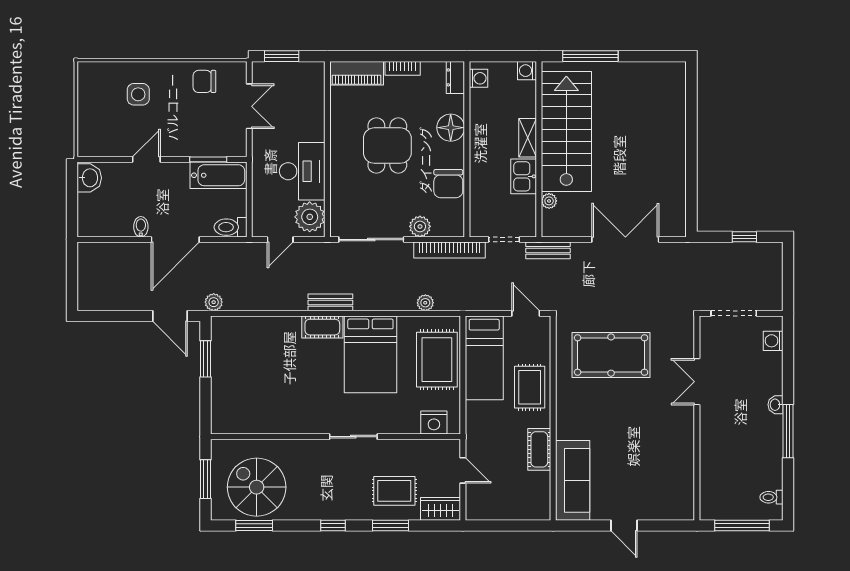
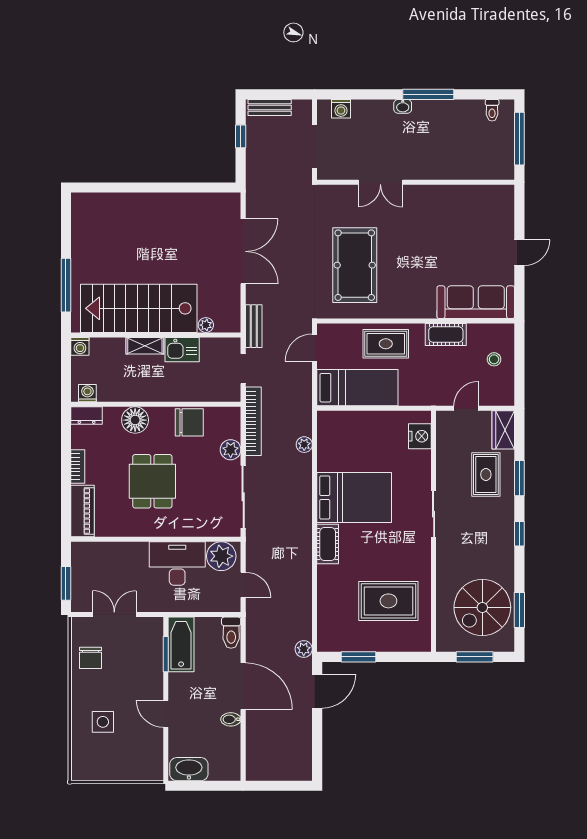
dining table: (387, 146) -> (152, 481), turned 90
washbasin: (89, 178) -> (189, 769), width x1.38
double door: (625, 240) -> (243, 251), swing flipped
bench: (330, 302) -> (270, 107), moved, turned 90
rug: (437, 360) -> (388, 601), moved
stool: (514, 499) -> (494, 359), added

